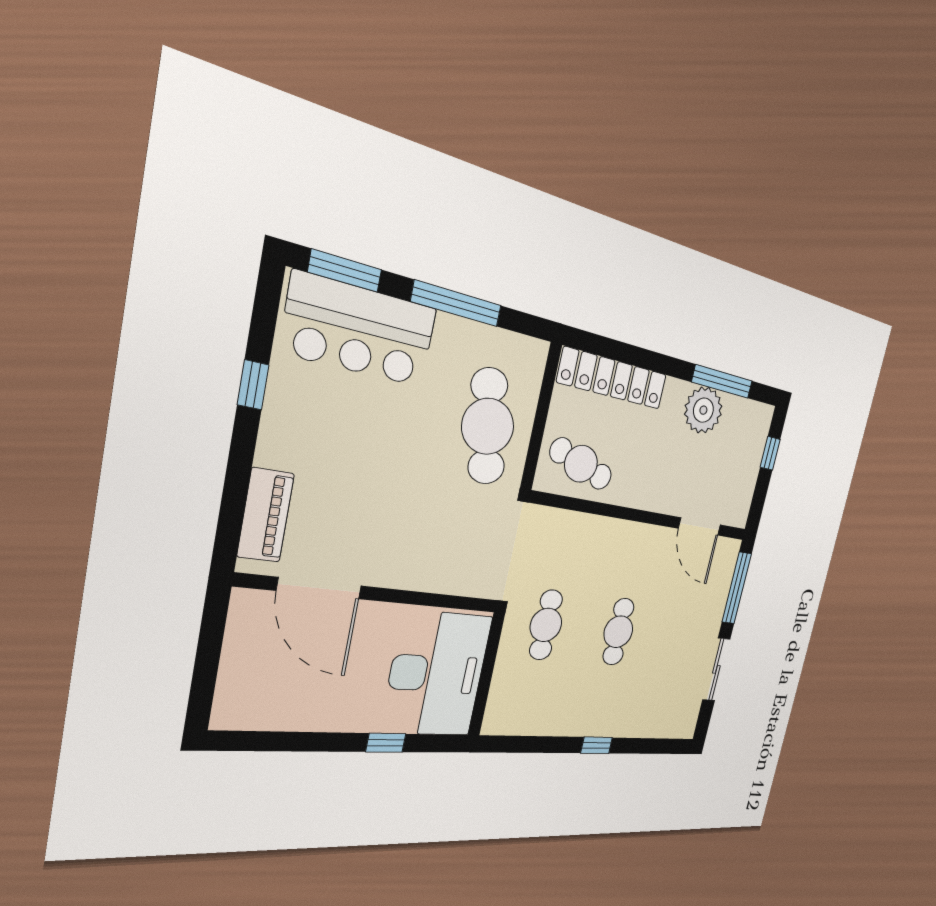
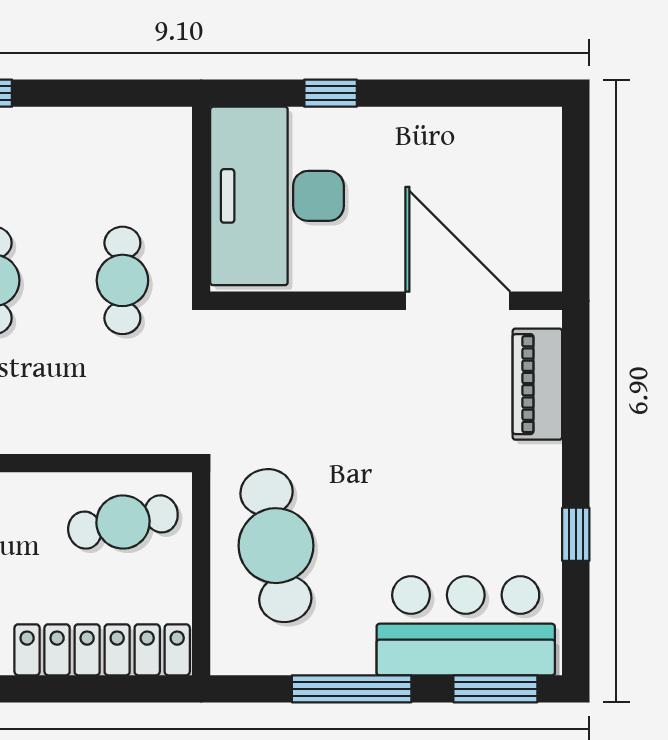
cafe table: (581, 464) -> (123, 522), turned -31

